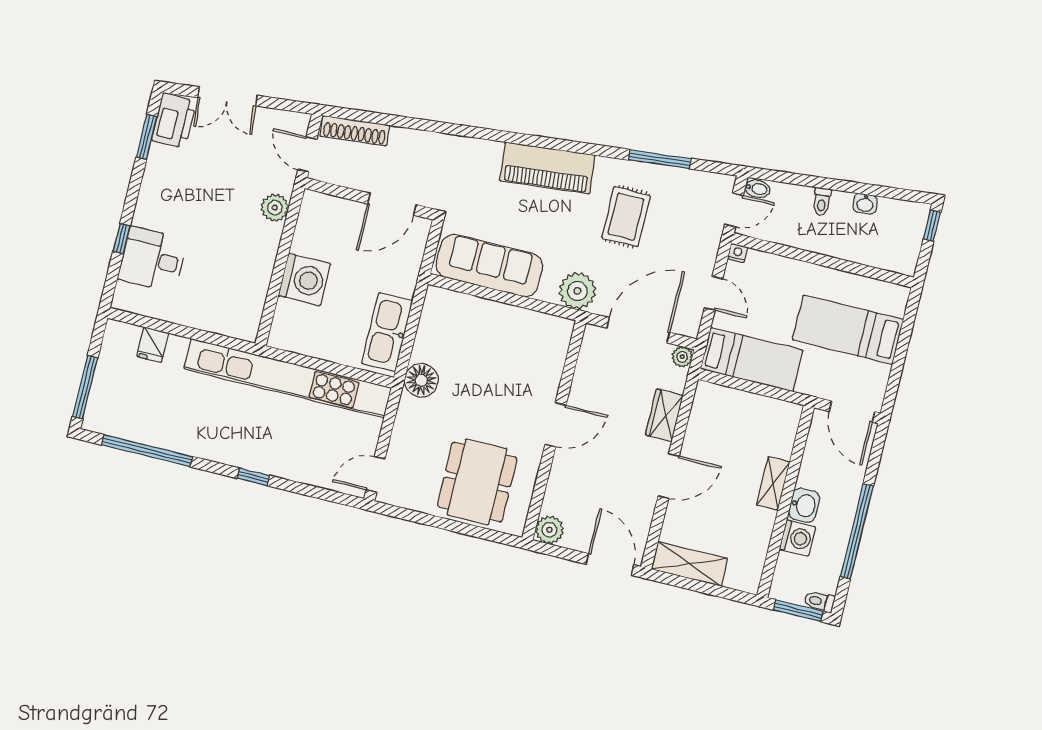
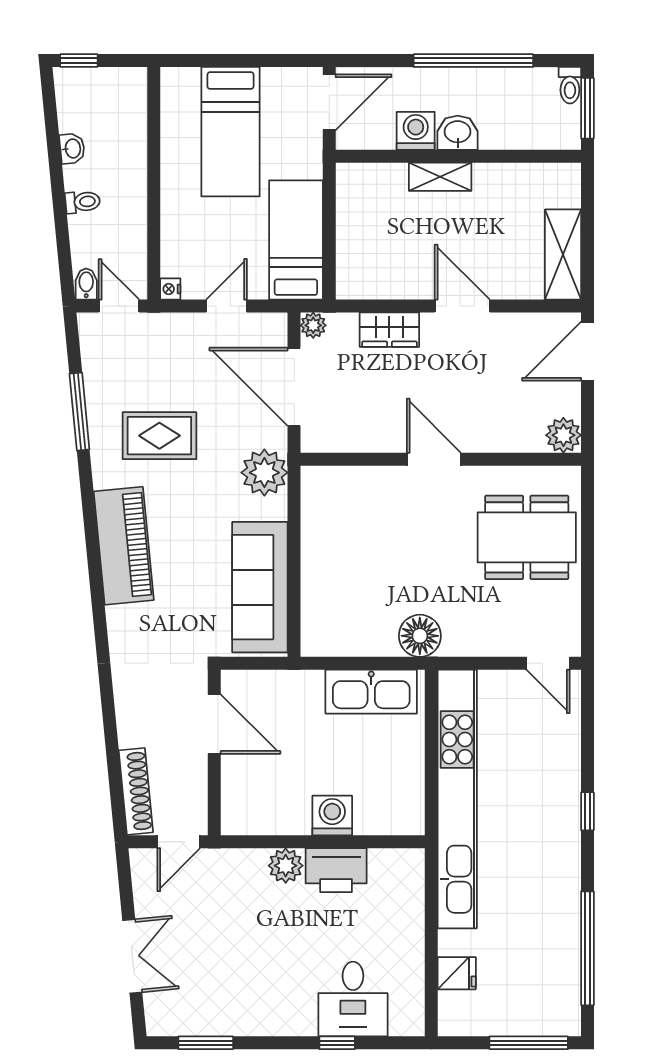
printer: (174, 121) -> (336, 870), moved, turned 180
plant: (275, 208) -> (286, 866), moved
washing machine: (304, 280) -> (332, 816), width x0.73, depth x0.73
washing machine: (797, 538) -> (416, 131), moved

